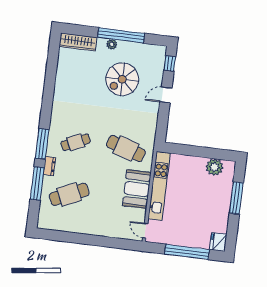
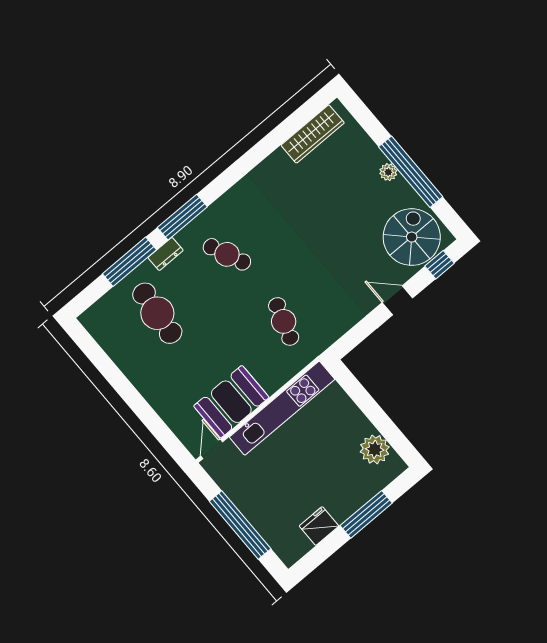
wardrobe: (78, 42) -> (313, 134), moved, turned -90
spiral stairs: (122, 79) -> (412, 237), moved, turned 90
cafe table: (126, 148) -> (284, 321), width x0.73, depth x0.74
booth: (137, 189) -> (231, 402), moved
cafe table: (69, 194) -> (157, 313), turned 30
fridge: (218, 242) -> (319, 526), moved

